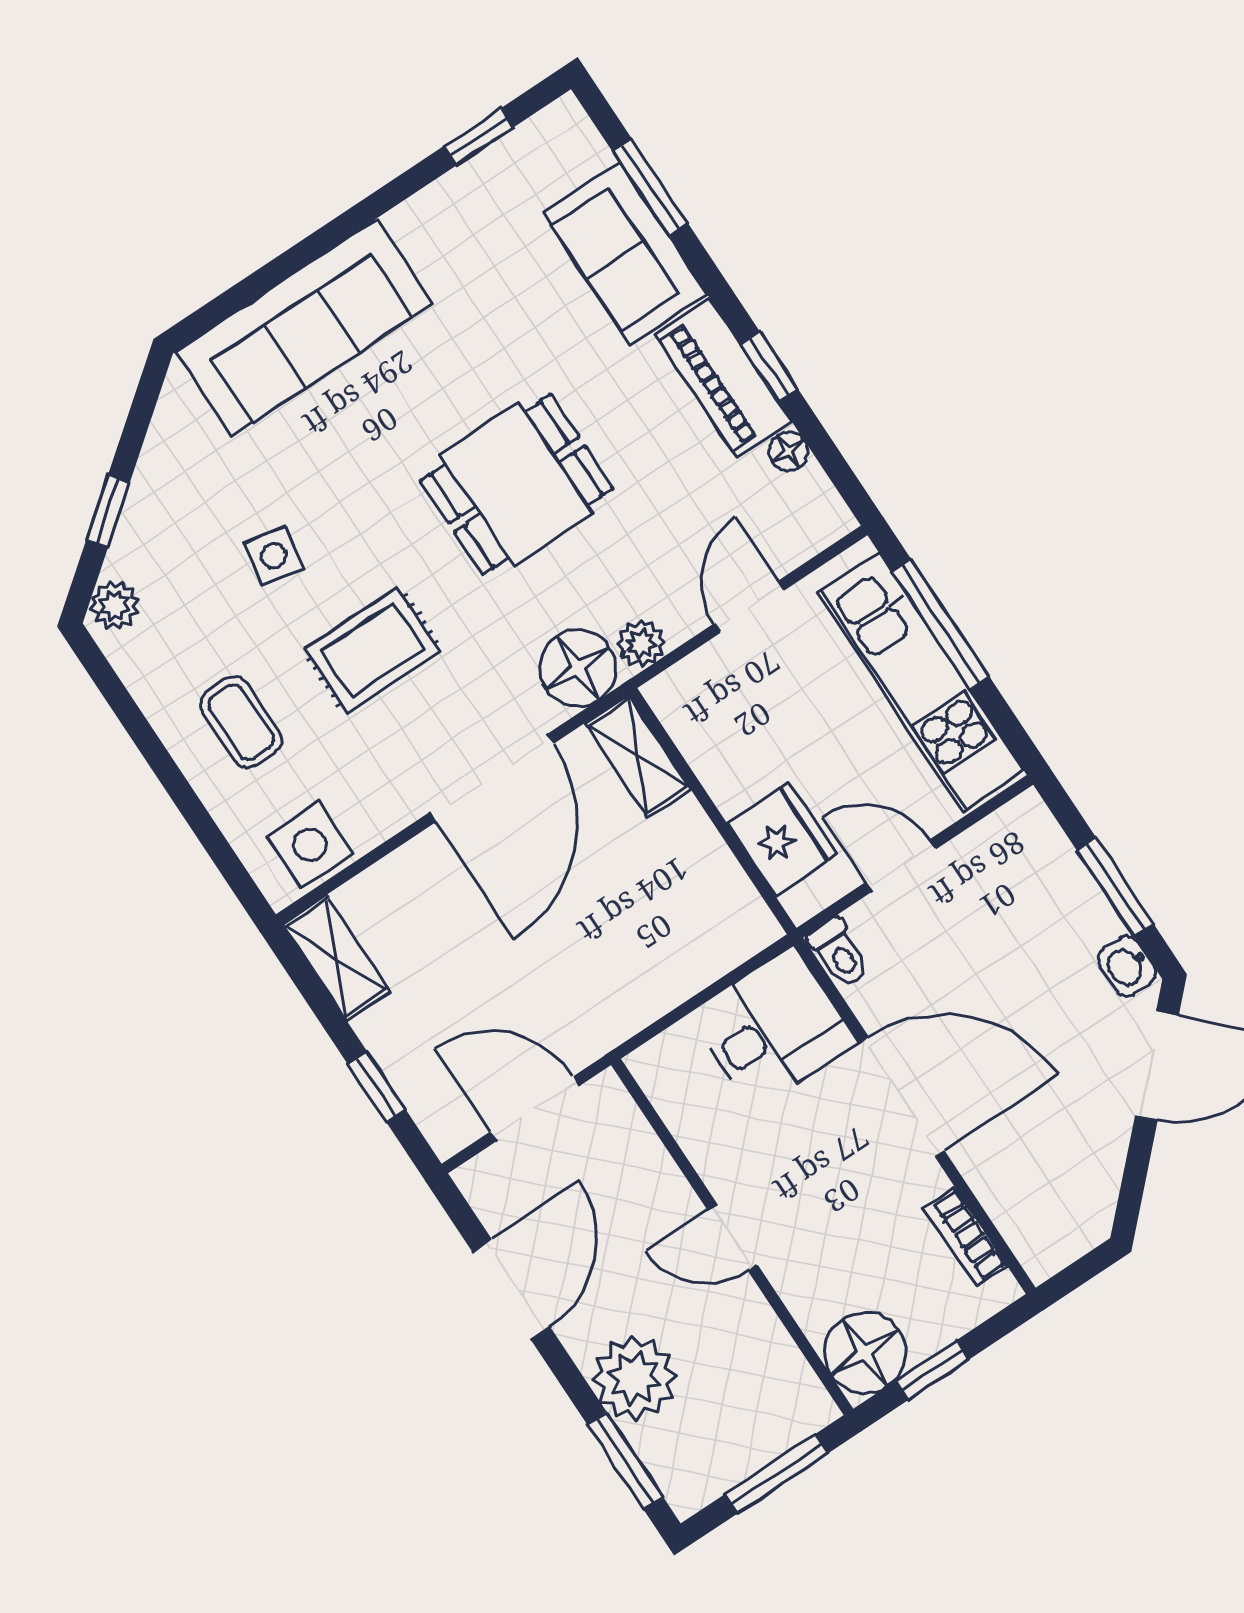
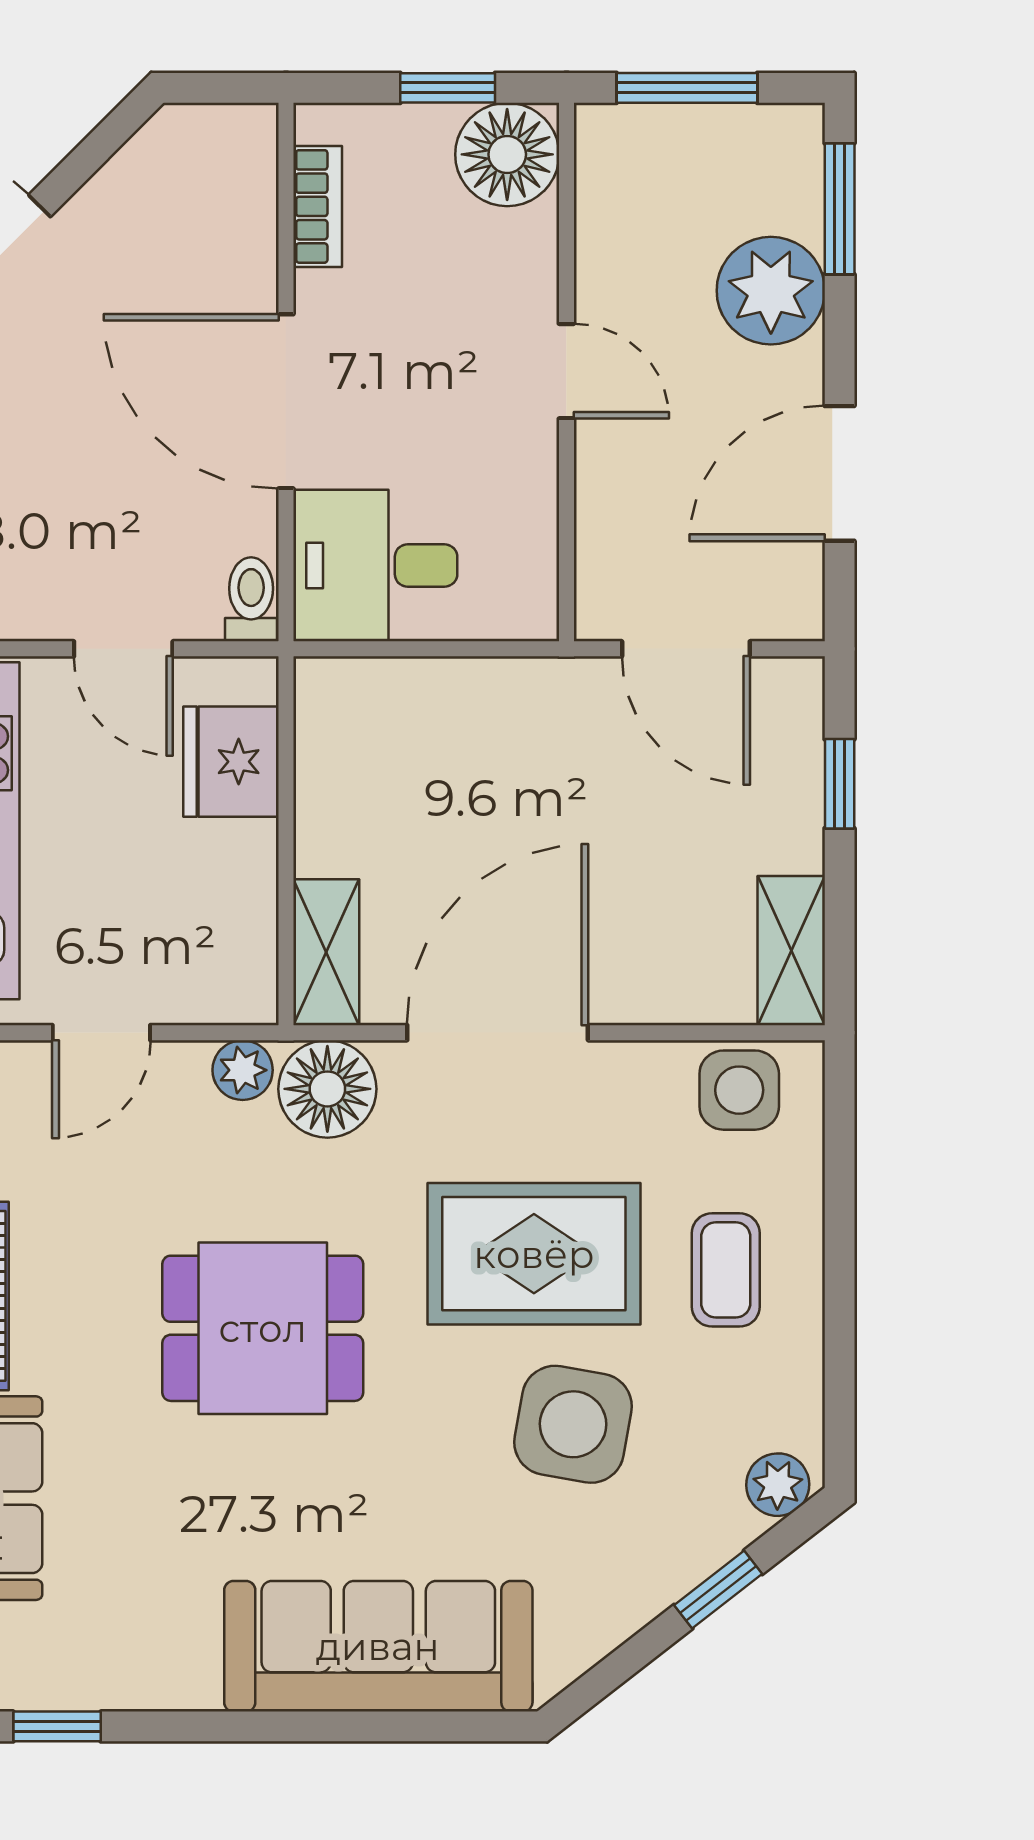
side table: (274, 556) -> (573, 1424), width x1.87, depth x1.87
rug: (373, 650) -> (534, 1254), width x1.36, depth x1.43

